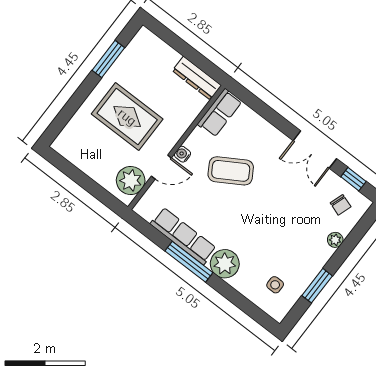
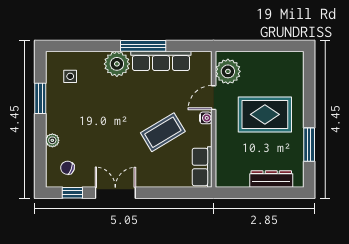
dresser: (197, 78) -> (271, 179), moved

